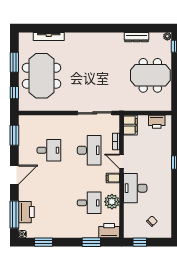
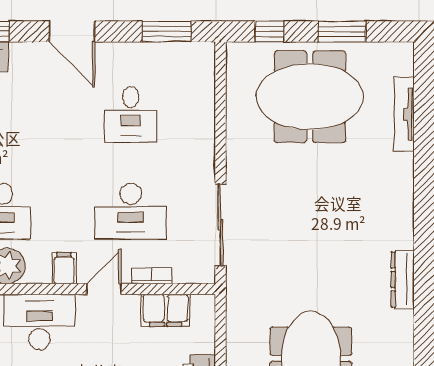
dresser: (137, 37) -> (403, 280), moved
filing cabinet: (130, 125) -> (166, 310), moved

